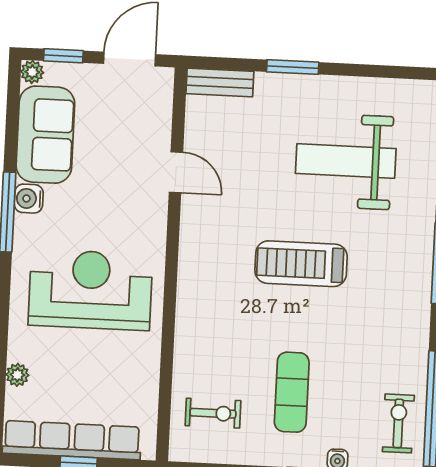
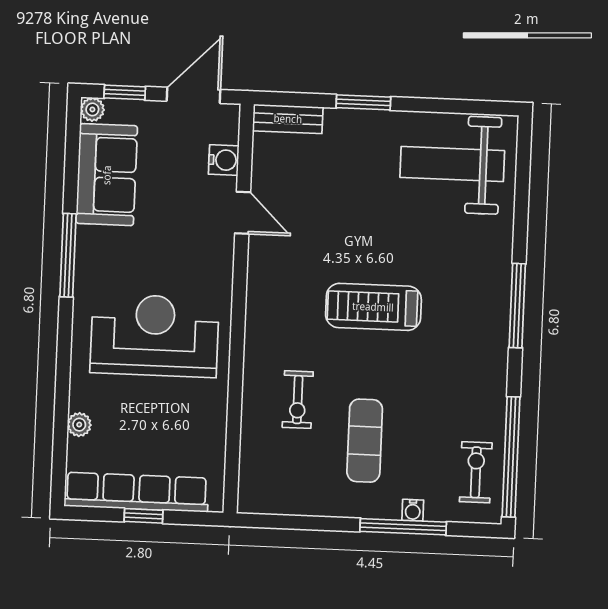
weight bench: (346, 161) -> (452, 164), moved
water cooler: (29, 199) -> (224, 160), moved, turned 180
exercise bike: (213, 413) -> (298, 400), moved, turned 90

